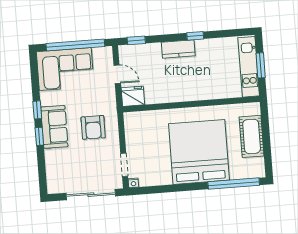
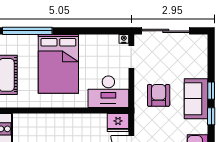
desk: (145, 127) -> (108, 92), added
bed: (199, 152) -> (58, 64), width x0.73

